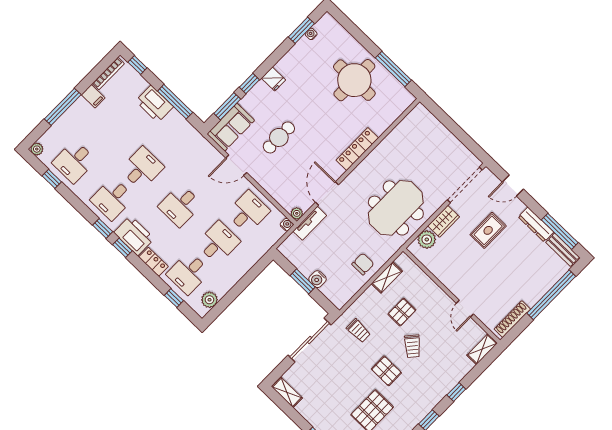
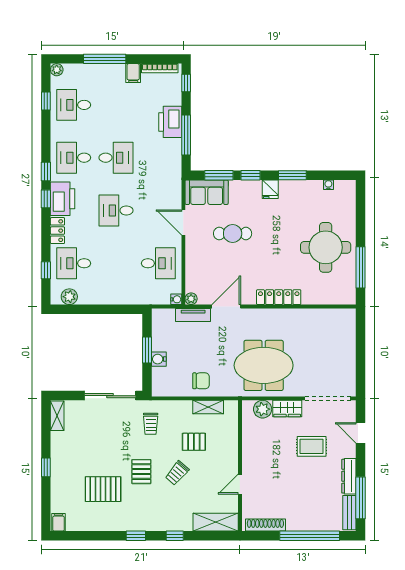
window: (301, 30) -> (292, 175), moved
desk: (218, 243) -> (116, 263), removed
shelving: (482, 349) -> (216, 522), width x1.50, depth x1.33

